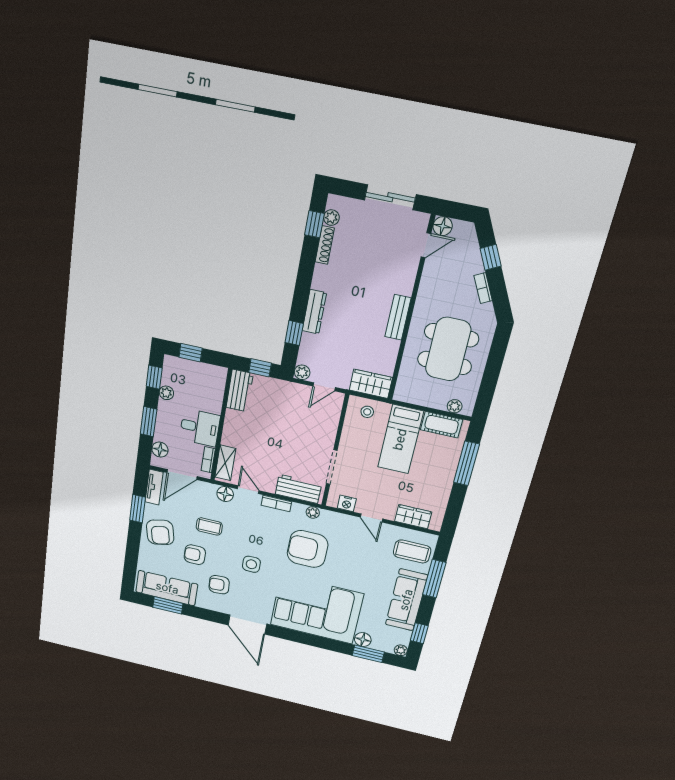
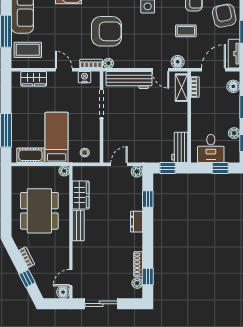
dresser: (314, 312) -> (137, 222), width x0.70
wardrobe: (371, 384) -> (81, 195), moved, turned -90
plant: (455, 406) -> (64, 171), moved
desk: (200, 428) -> (211, 148), moved, turned -90
workbench: (298, 489) -> (129, 80), width x1.37
bookcase: (276, 504) -> (91, 64), moved

